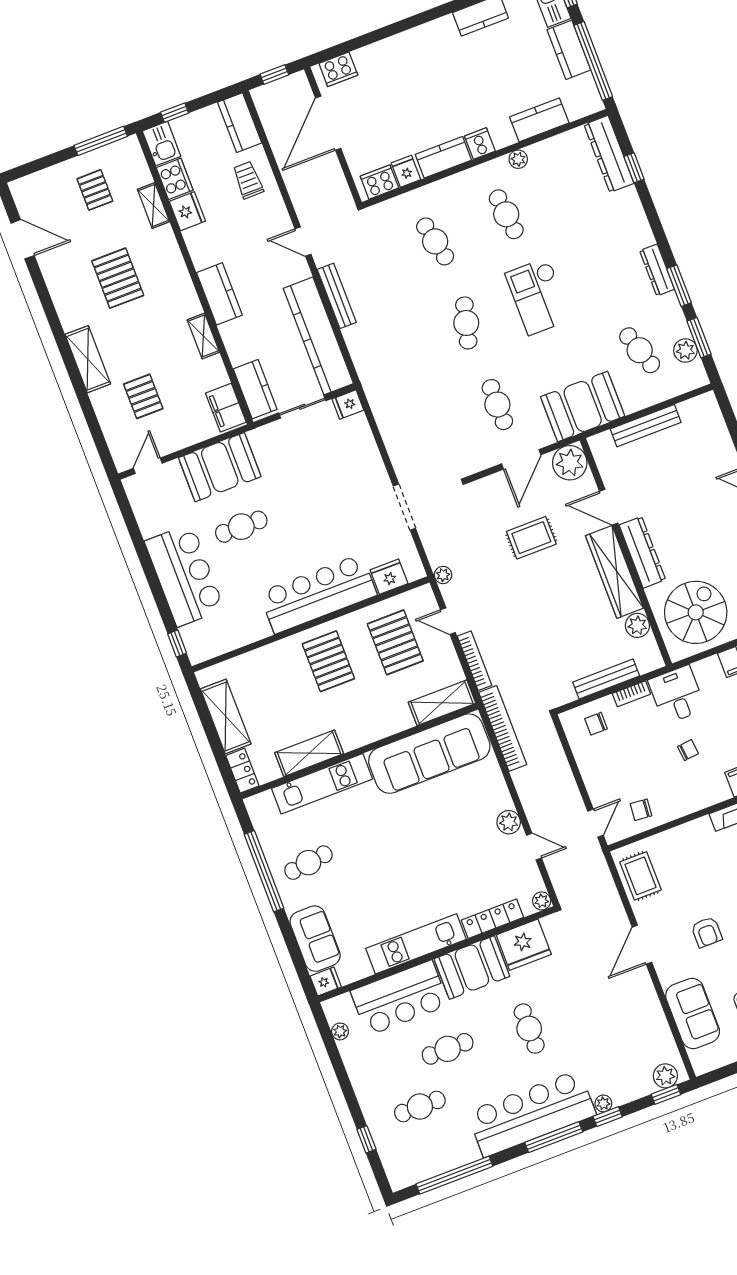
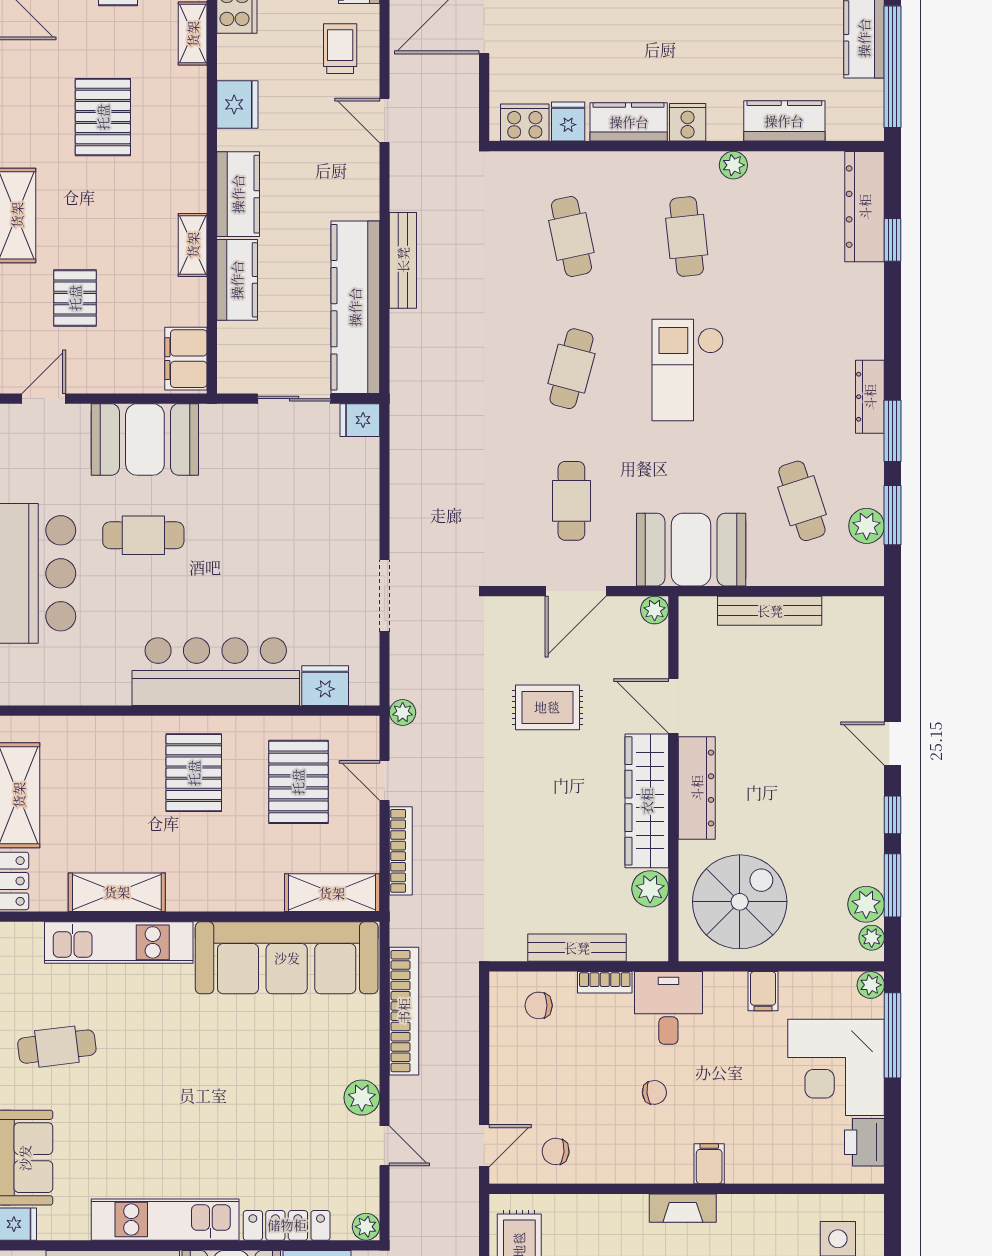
fridge: (187, 211) -> (237, 104), moved
door: (303, 242) -> (385, 120), moved
kitchen counter: (255, 389) -> (237, 280), moved
plant: (570, 463) -> (655, 610), width x0.53, depth x0.53
bookcase: (503, 728) -> (404, 1011), moved

